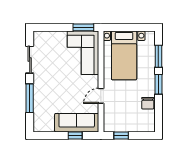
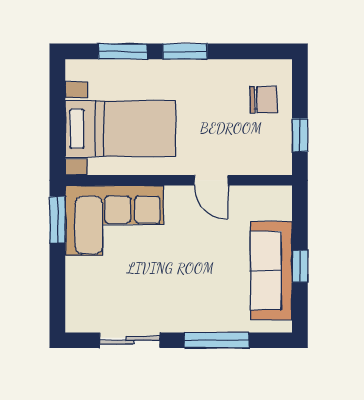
chair: (148, 103) -> (264, 100), moved
sofa: (77, 123) -> (271, 271), moved
window: (75, 135) -> (300, 266), moved

